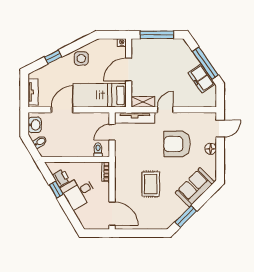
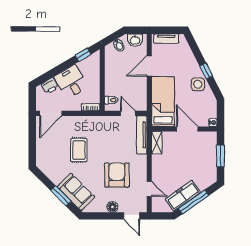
window: (157, 35) -> (220, 156), width x0.69
window: (53, 57) -> (206, 71), moved
freezer: (202, 78) -> (183, 196), width x1.40
door: (62, 110) -> (149, 66), swing flipped
door: (165, 110) -> (149, 189), moved
printer: (61, 178) -> (50, 86), moved
rug: (151, 184) -> (79, 150), turned 90
window: (56, 190) -> (83, 55), moved
window: (186, 216) -> (61, 196), moved

